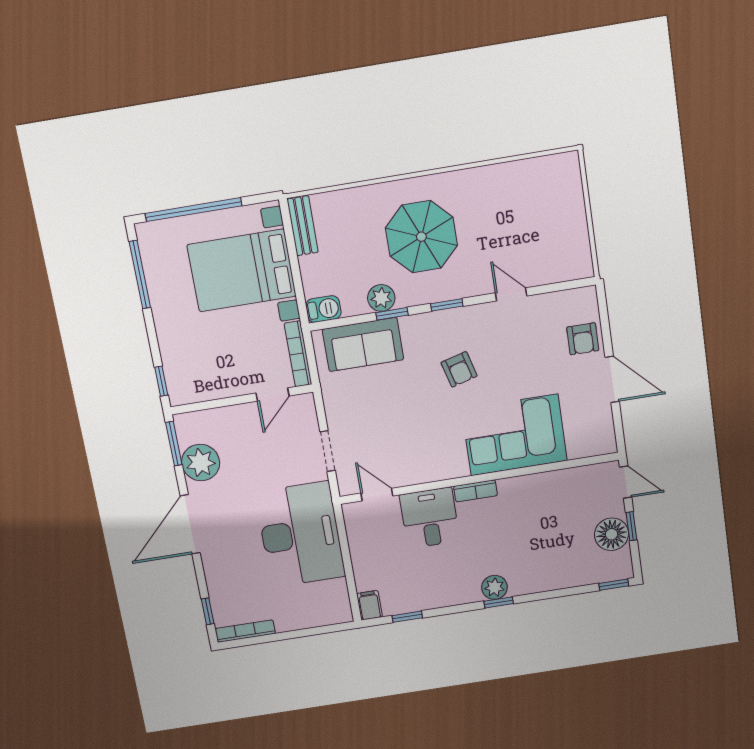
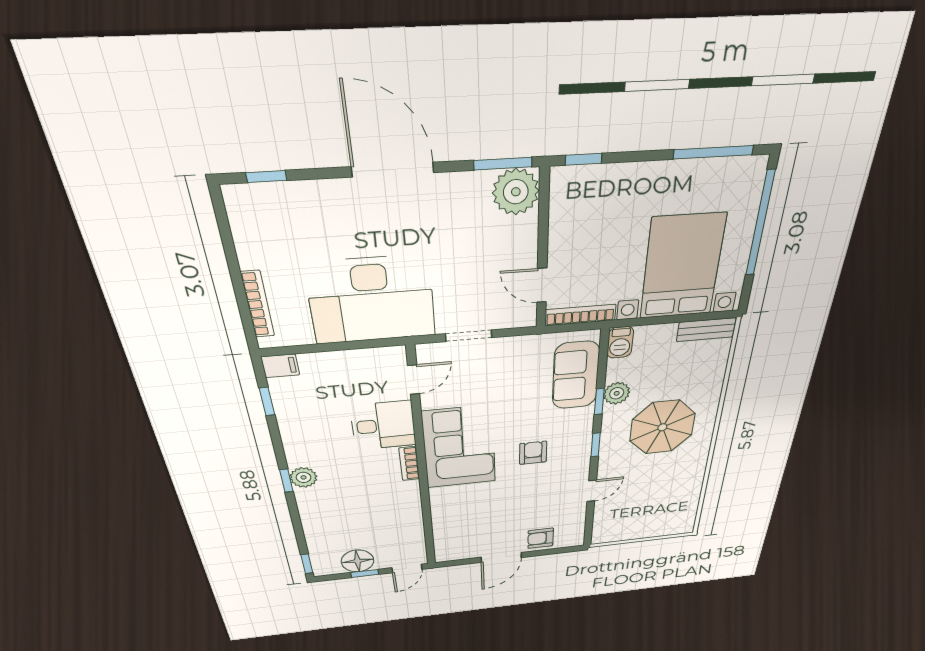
armchair: (459, 369) -> (533, 453), turned 105
corner sofa: (514, 435) -> (459, 447), moved
plant: (201, 463) -> (516, 192), moved
bookcase: (245, 631) -> (258, 304), moved

